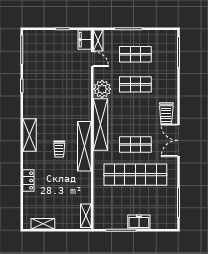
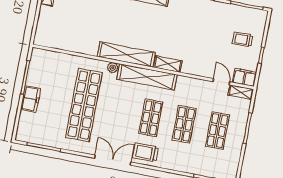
door: (92, 59) -> (221, 82), swing flipped
plant: (102, 89) -> (113, 68), moved, width x0.53, depth x0.53
shop shelf: (135, 145) -> (151, 118), moved
trolley: (59, 149) -> (243, 39), moved
shelving: (86, 216) -> (168, 64), moved

